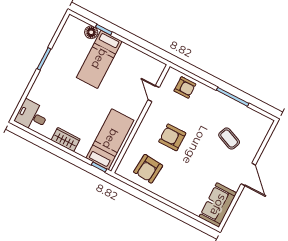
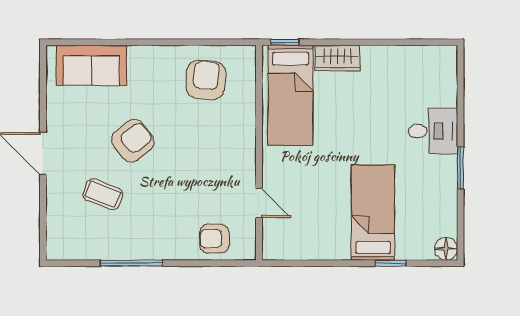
floor lamp: (91, 32) -> (446, 249), moved
desk: (32, 116) -> (433, 131), moved
armchair: (172, 137) -> (133, 141), moved, turned -39
wardrobe: (66, 140) -> (337, 58), moved
sofa: (218, 205) -> (91, 65), moved, turned 90

